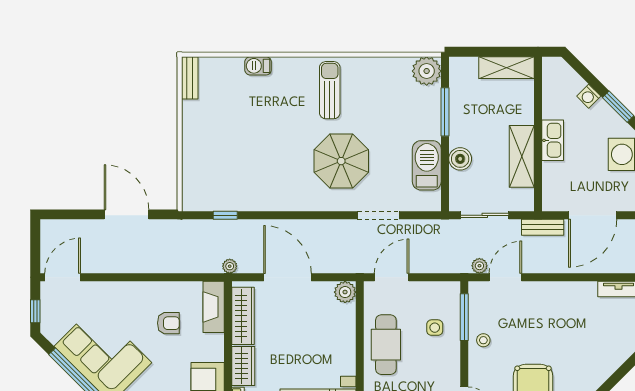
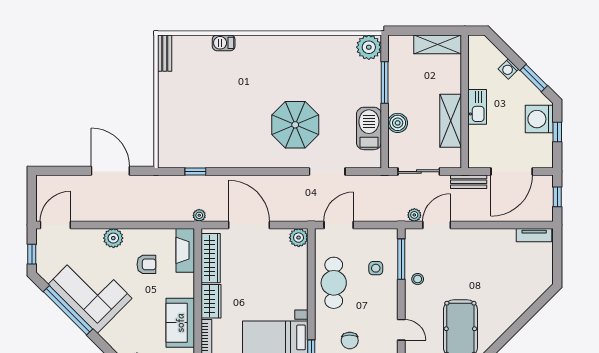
sun lounger: (330, 90) -> (285, 64), removed
plant: (130, 293) -> (113, 238), added

